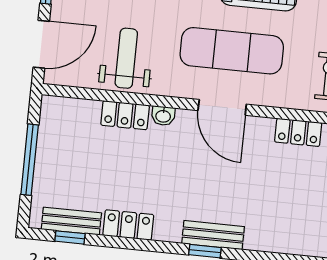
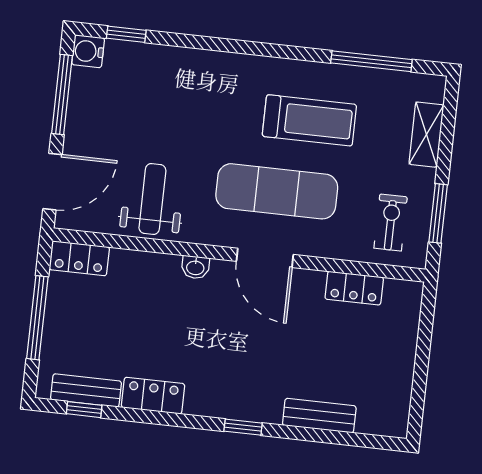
locker: (125, 115) -> (79, 258), moved
bench: (213, 235) -> (319, 416), moved

